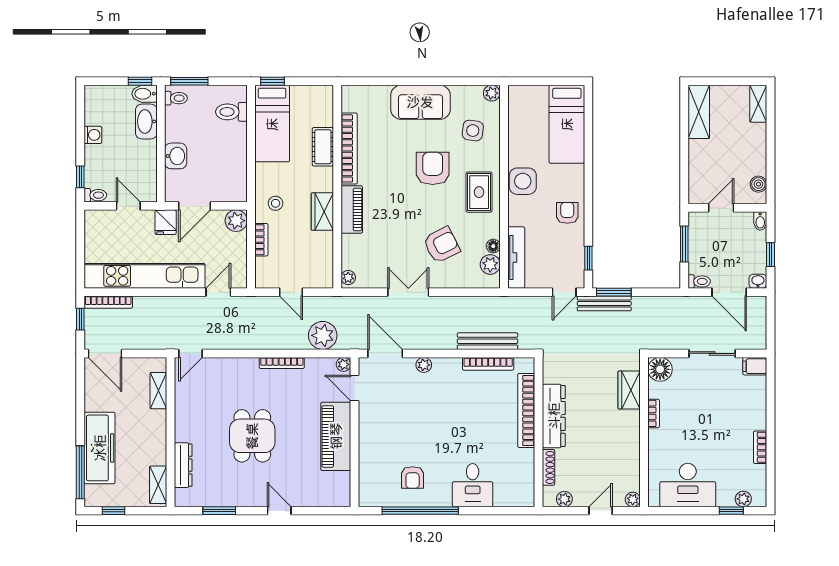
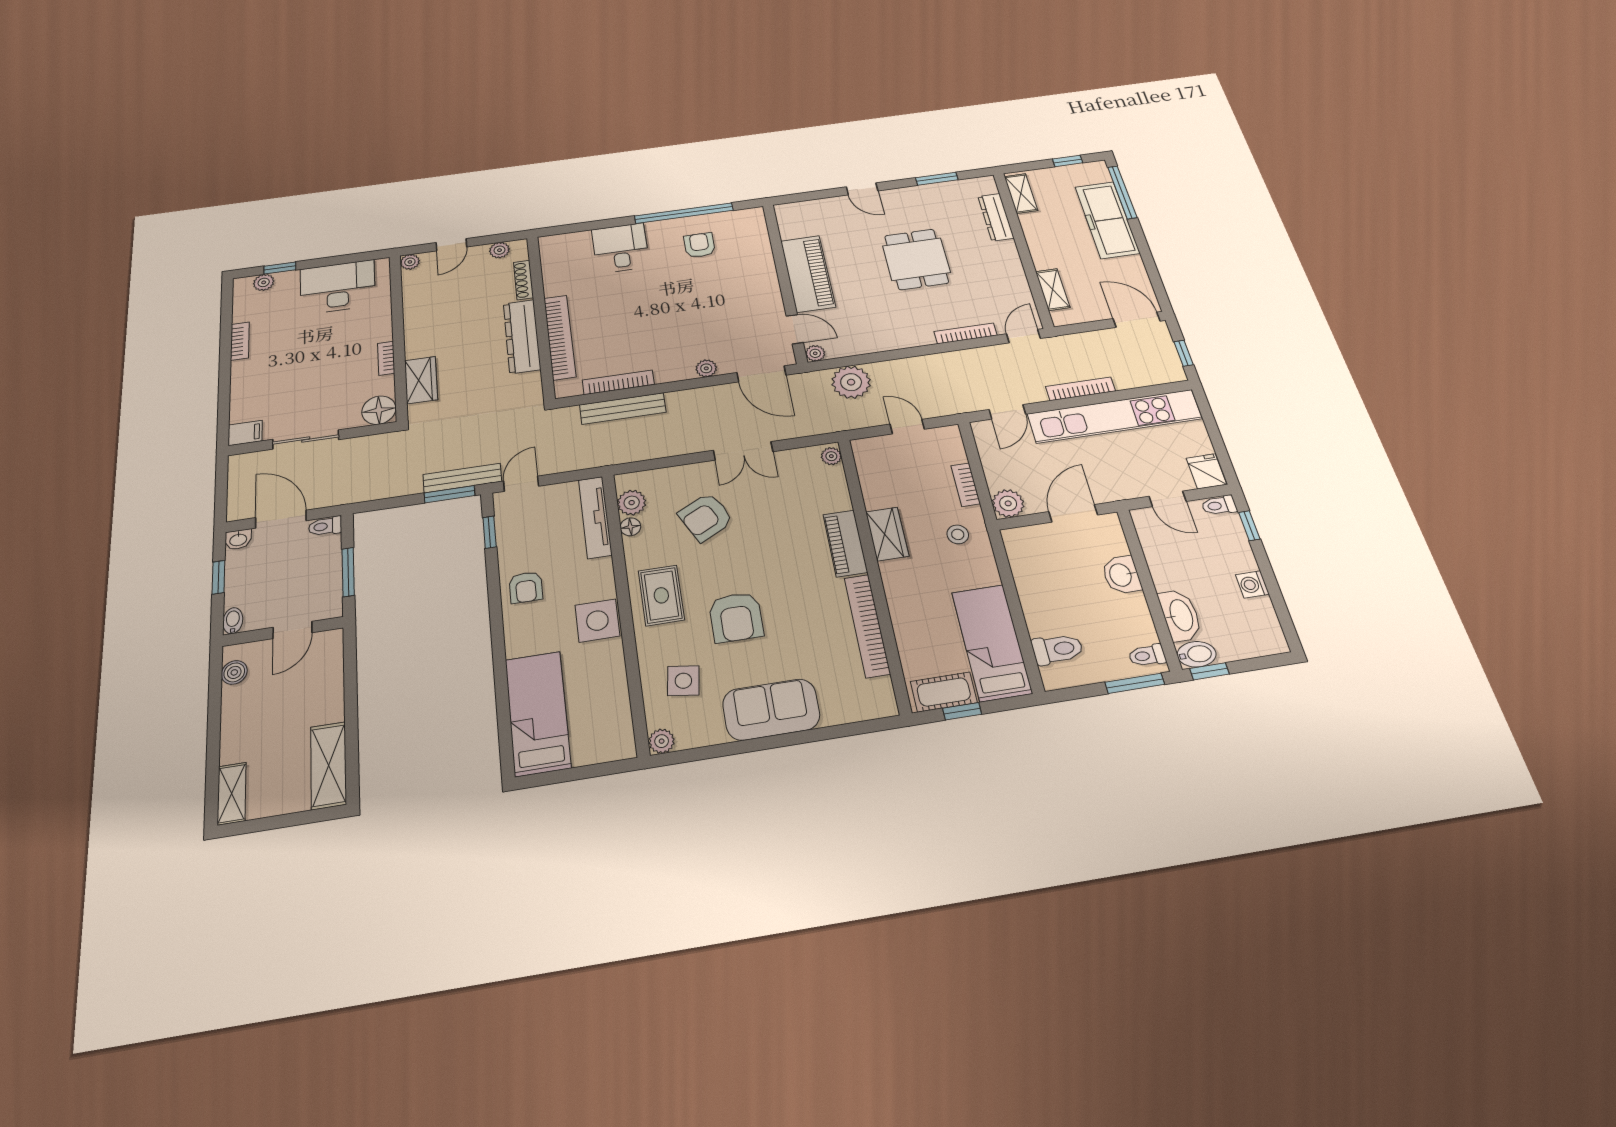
window: (272, 81) -> (962, 711), moved
cot: (323, 147) -> (944, 692), moved, turned 90
fridge: (166, 222) -> (1206, 471), moved
bookcase: (108, 302) -> (1080, 389), moved
bookcase: (282, 363) -> (966, 333), moved

